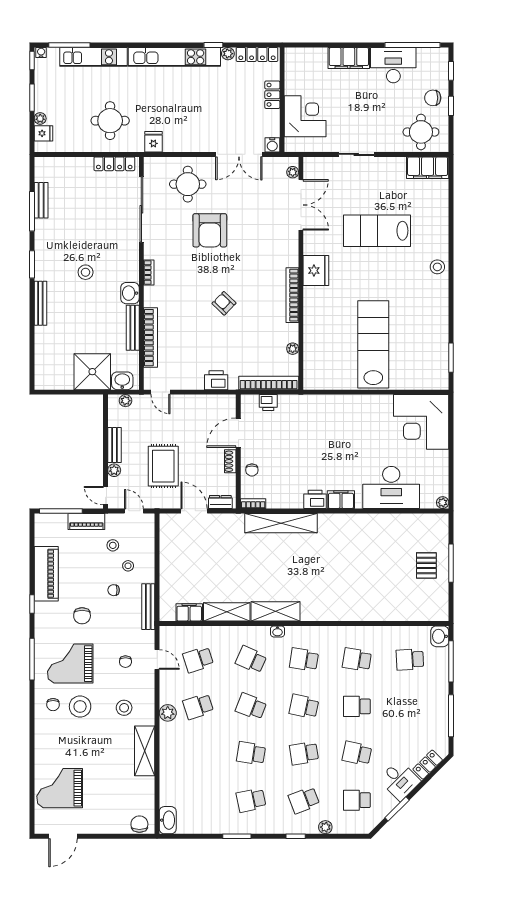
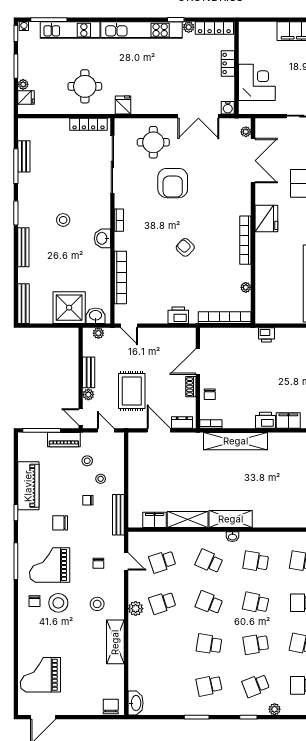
bench: (133, 328) -> (24, 304), moved
printer: (268, 403) -> (266, 335), moved
chair: (82, 616) -> (60, 523), turned 90

